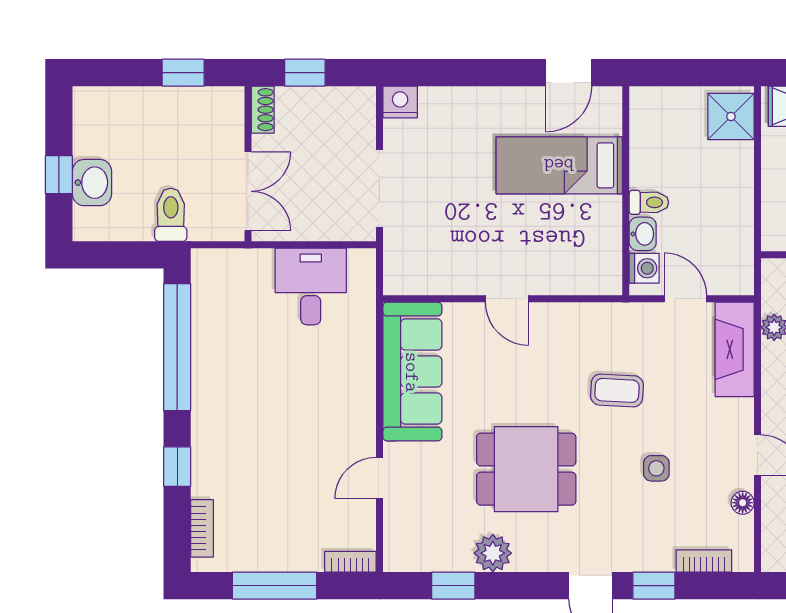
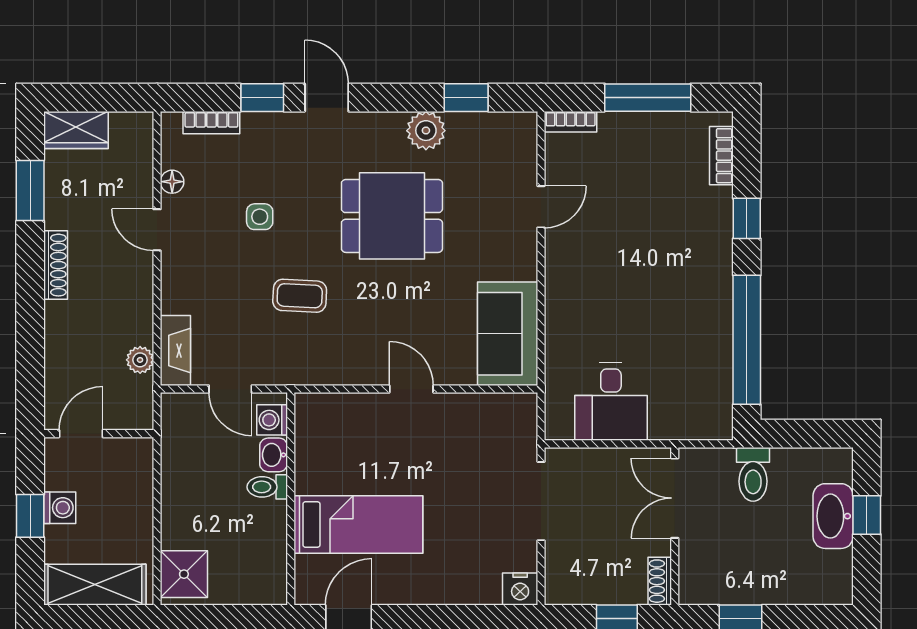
washbasin: (92, 183) -> (833, 516), width x1.38
fireplace: (735, 349) -> (175, 351), width x0.73, depth x0.76
sofa: (412, 372) -> (508, 334), width x0.73

